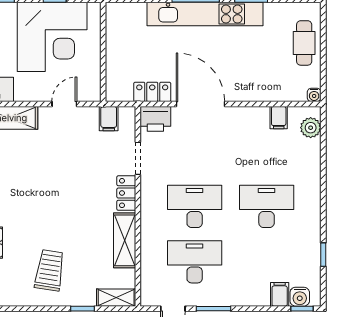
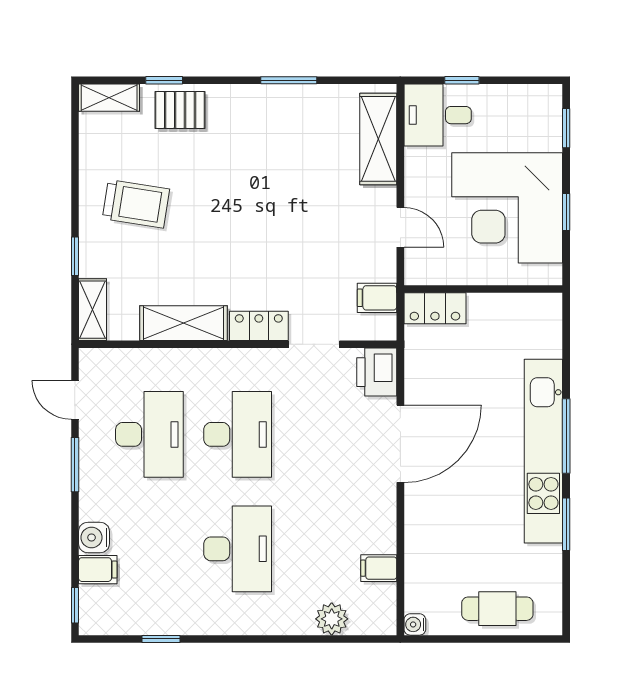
locker: (152, 92) -> (435, 308), moved, turned 90
plant: (311, 128) -> (332, 619), moved
water cooler: (300, 297) -> (94, 537), moved

